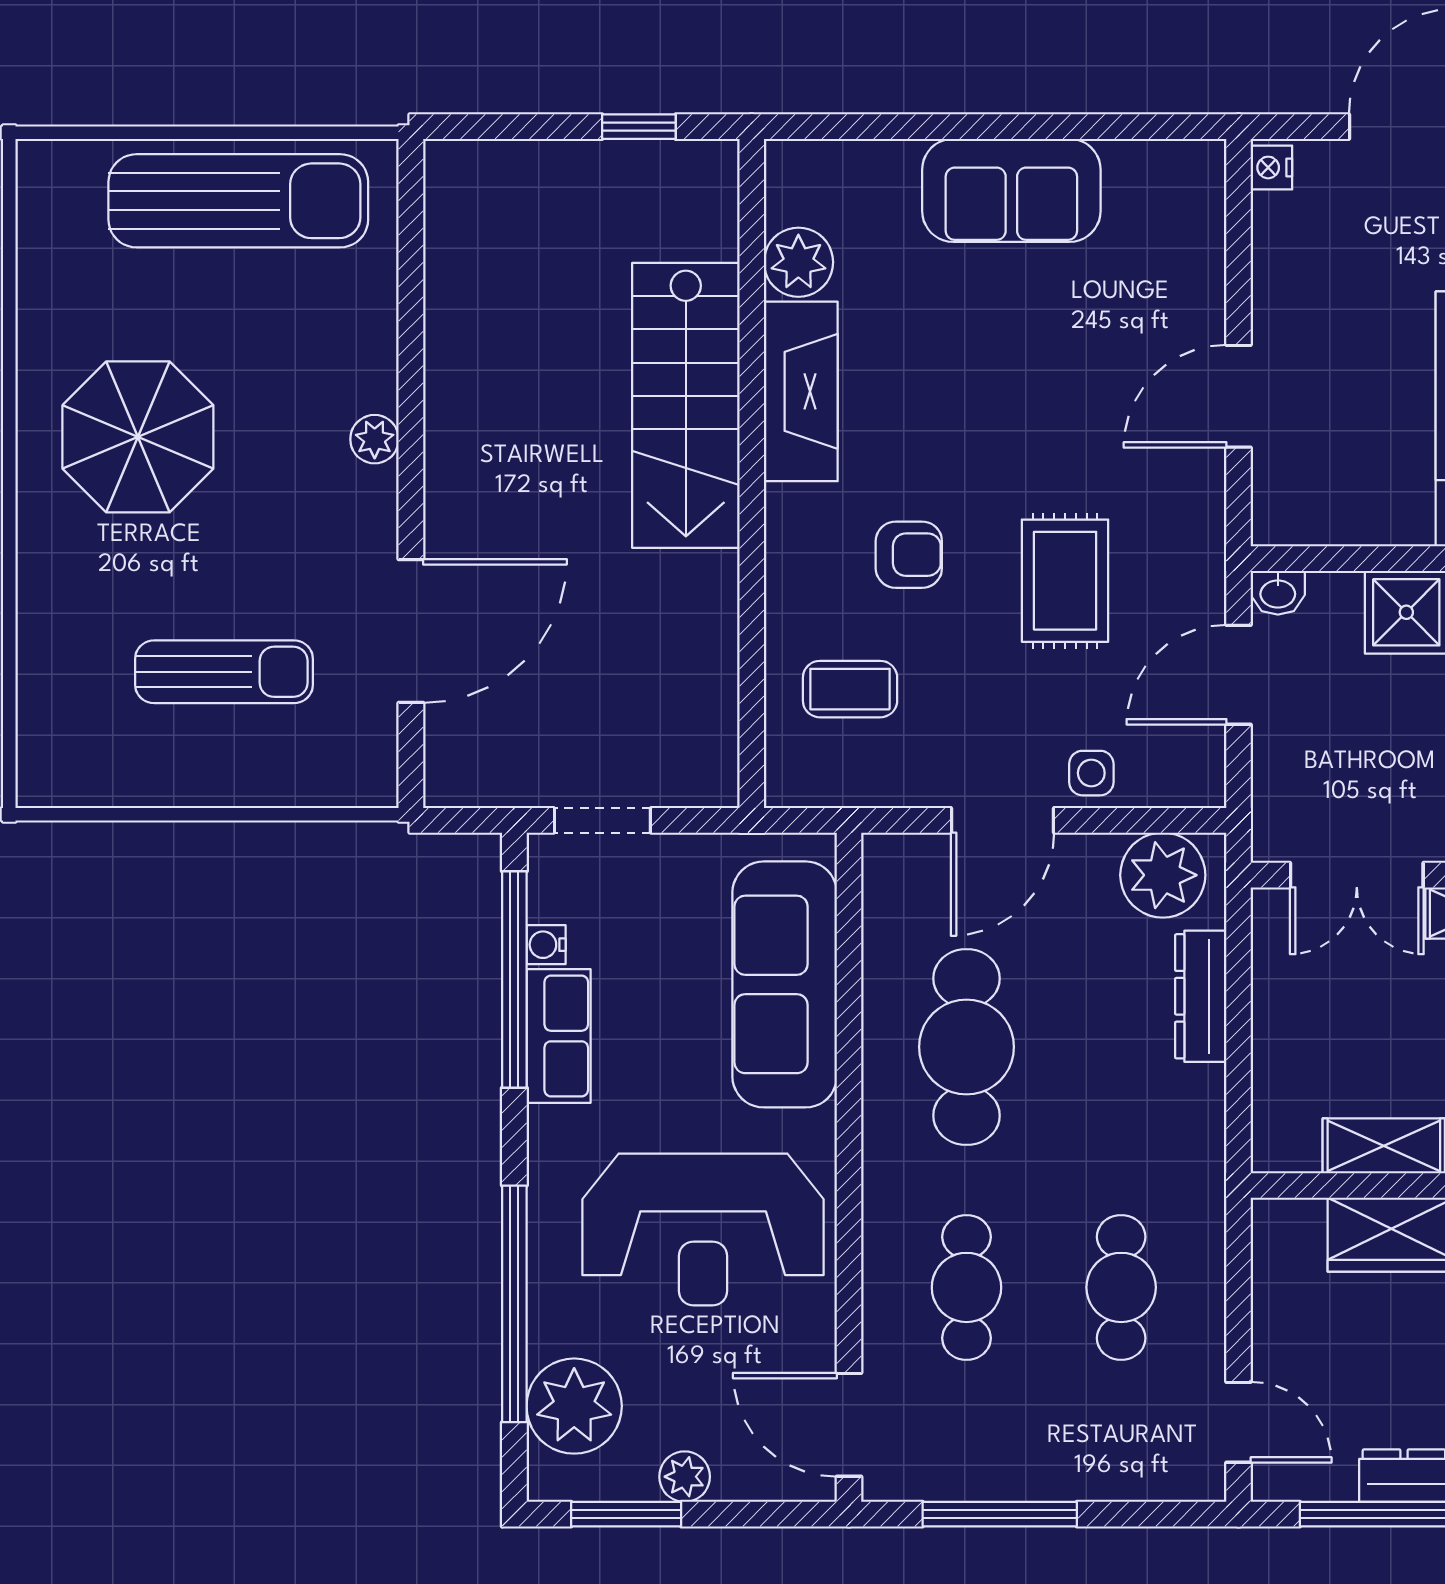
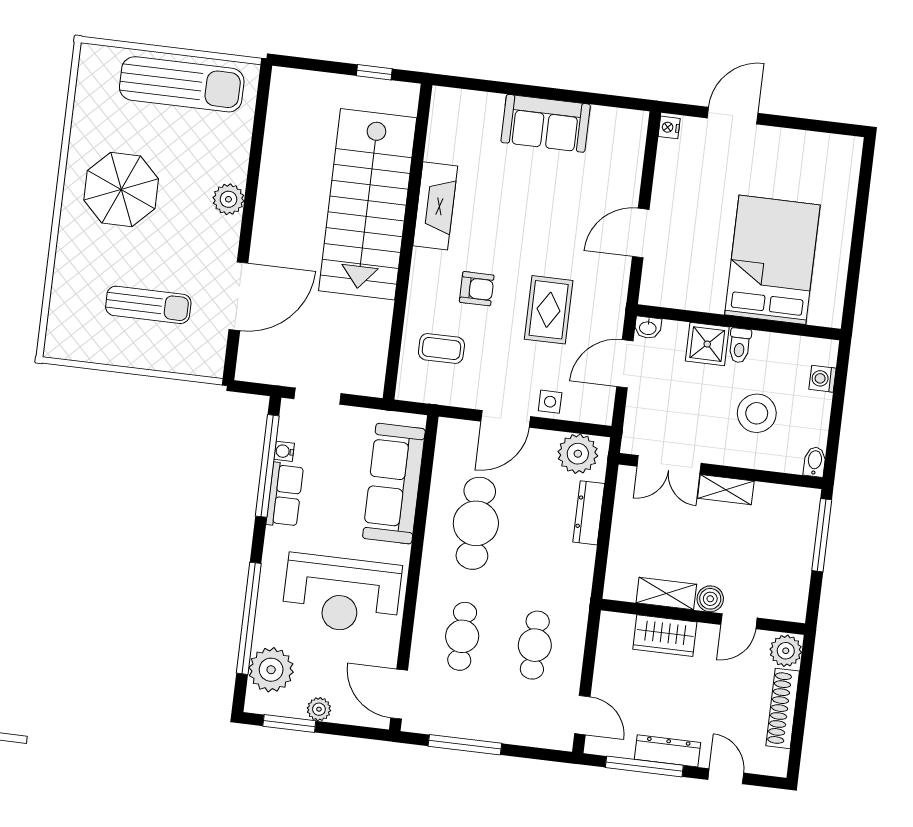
plant: (798, 262) -> (442, 145), removed
stairs: (686, 405) -> (368, 204), width x1.36, depth x1.51
plant: (375, 439) -> (228, 199), width x1.38, depth x1.38

